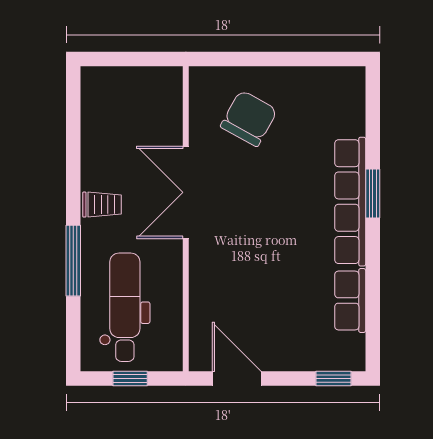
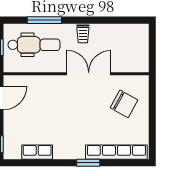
row of seats: (350, 202) -> (116, 152), moved
window: (73, 261) -> (44, 20), moved

